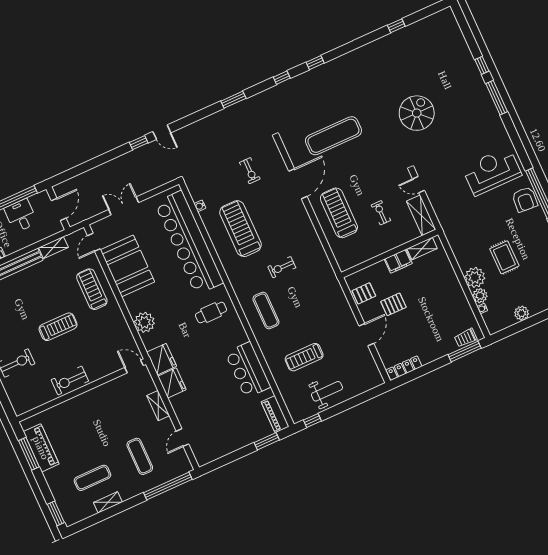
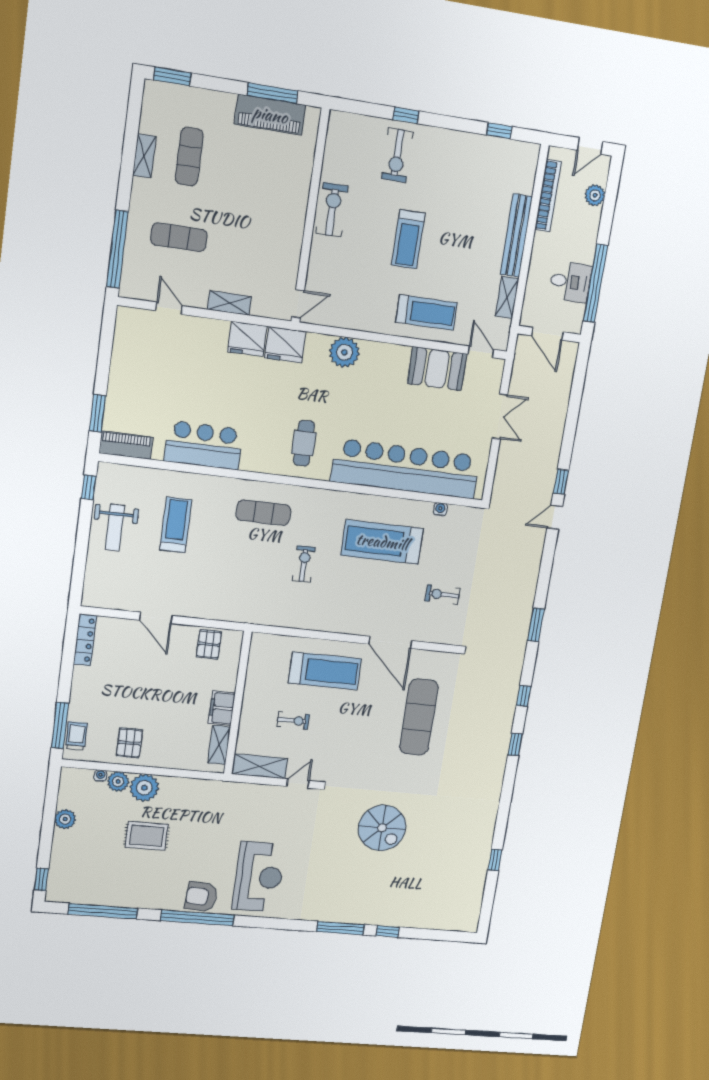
treadmill: (241, 229) -> (382, 542), turned 180
booth: (127, 266) -> (437, 369), width x0.73, depth x0.70
pallet: (393, 304) -> (130, 743), moved

